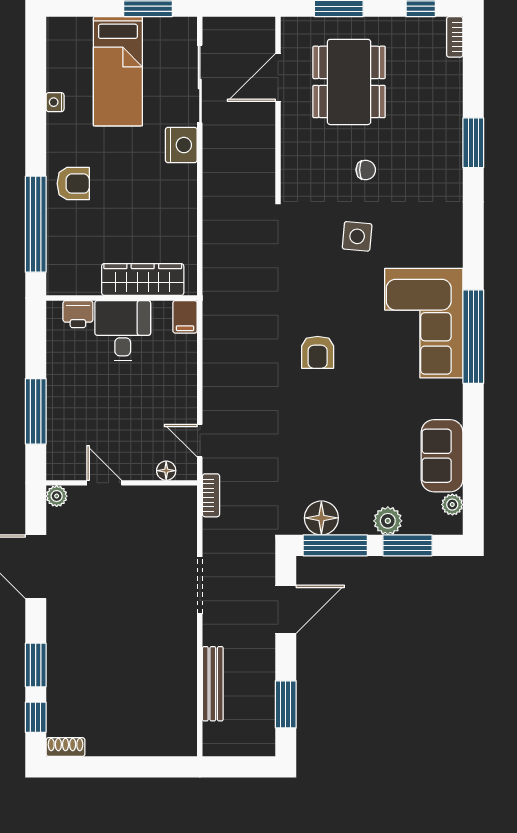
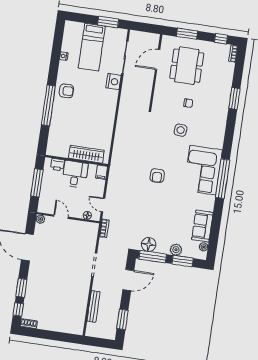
wardrobe: (143, 279) -> (86, 154), moved
wall: (122, 298) -> (77, 161), moved
printer: (78, 314) -> (57, 165), moved
filing cabinet: (185, 317) -> (102, 172), moved
desk: (123, 331) -> (75, 174), moved

